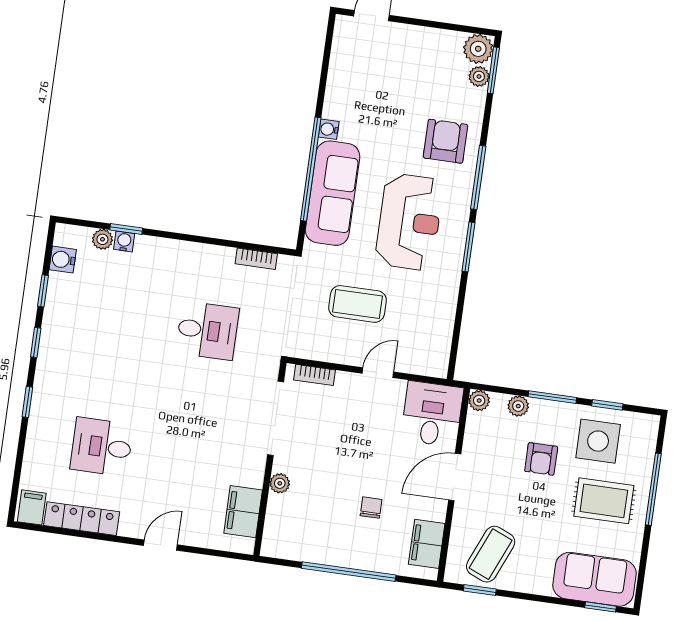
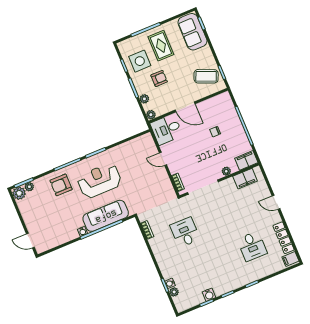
water cooler: (63, 260) -> (209, 295), moved
coffee table: (357, 304) -> (142, 182), removed
filing cabinet: (427, 544) -> (246, 160), moved, turned 180

